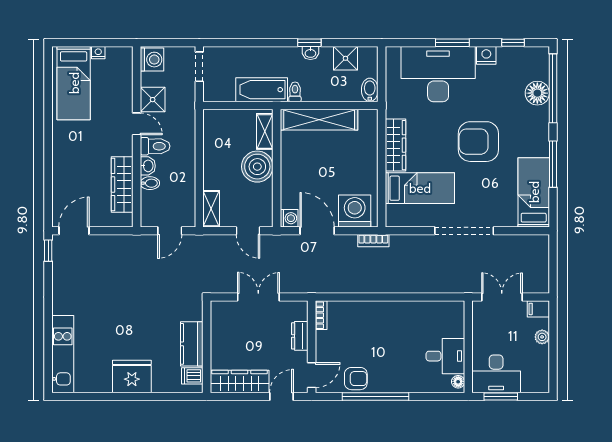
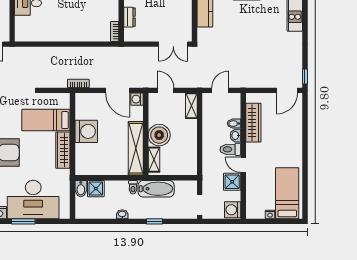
window: (309, 43) -> (155, 221), moved
shower: (345, 58) -> (96, 189), moved
shelving: (319, 120) -> (136, 148), moved, turned 90
washing machine: (355, 211) -> (86, 131), moved, turned -90
double door: (258, 297) -> (173, 44), moved

